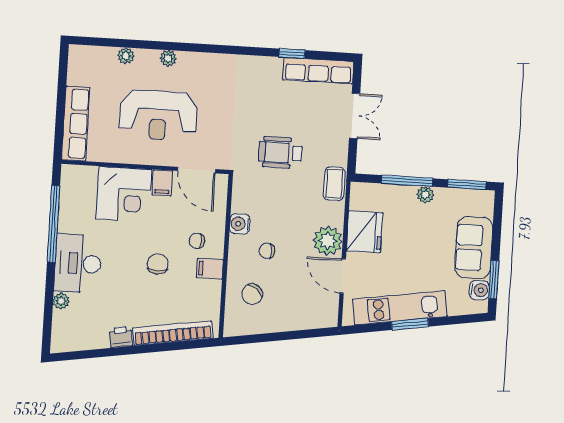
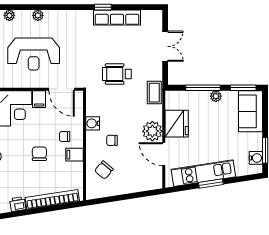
window: (292, 54) -> (103, 7), moved
row of seats: (318, 71) -> (117, 18), moved
sofa: (474, 248) -> (250, 111), moved

